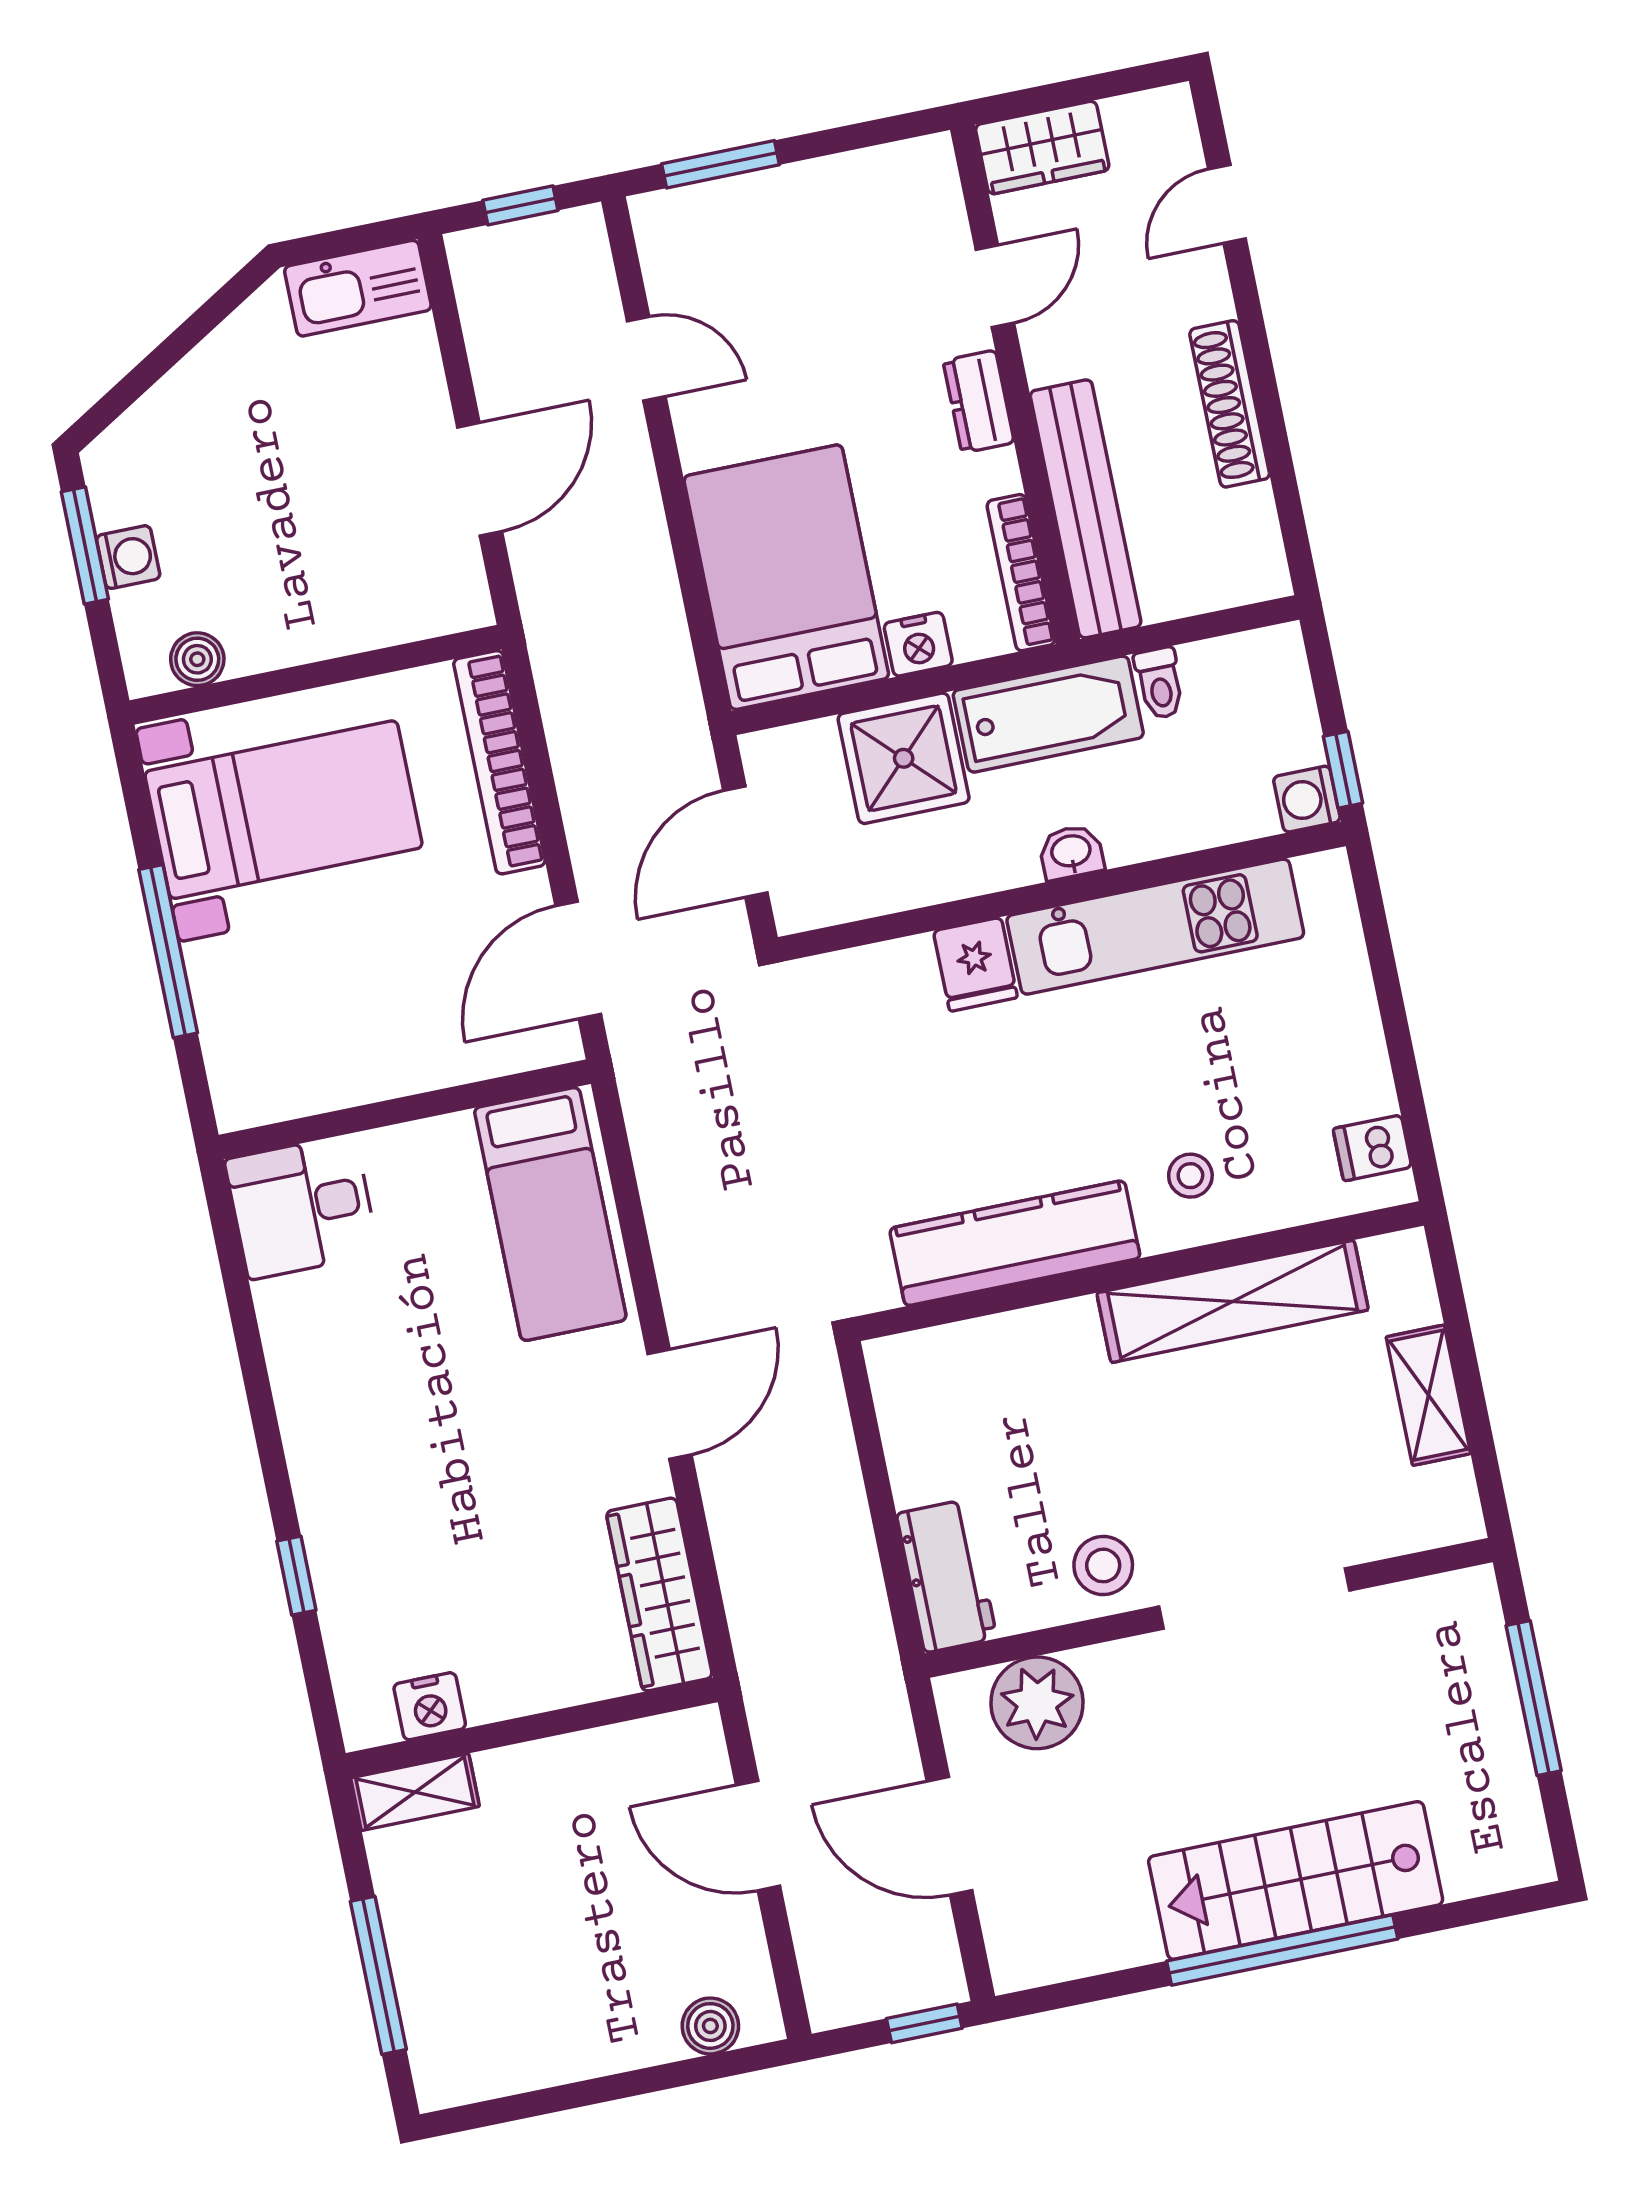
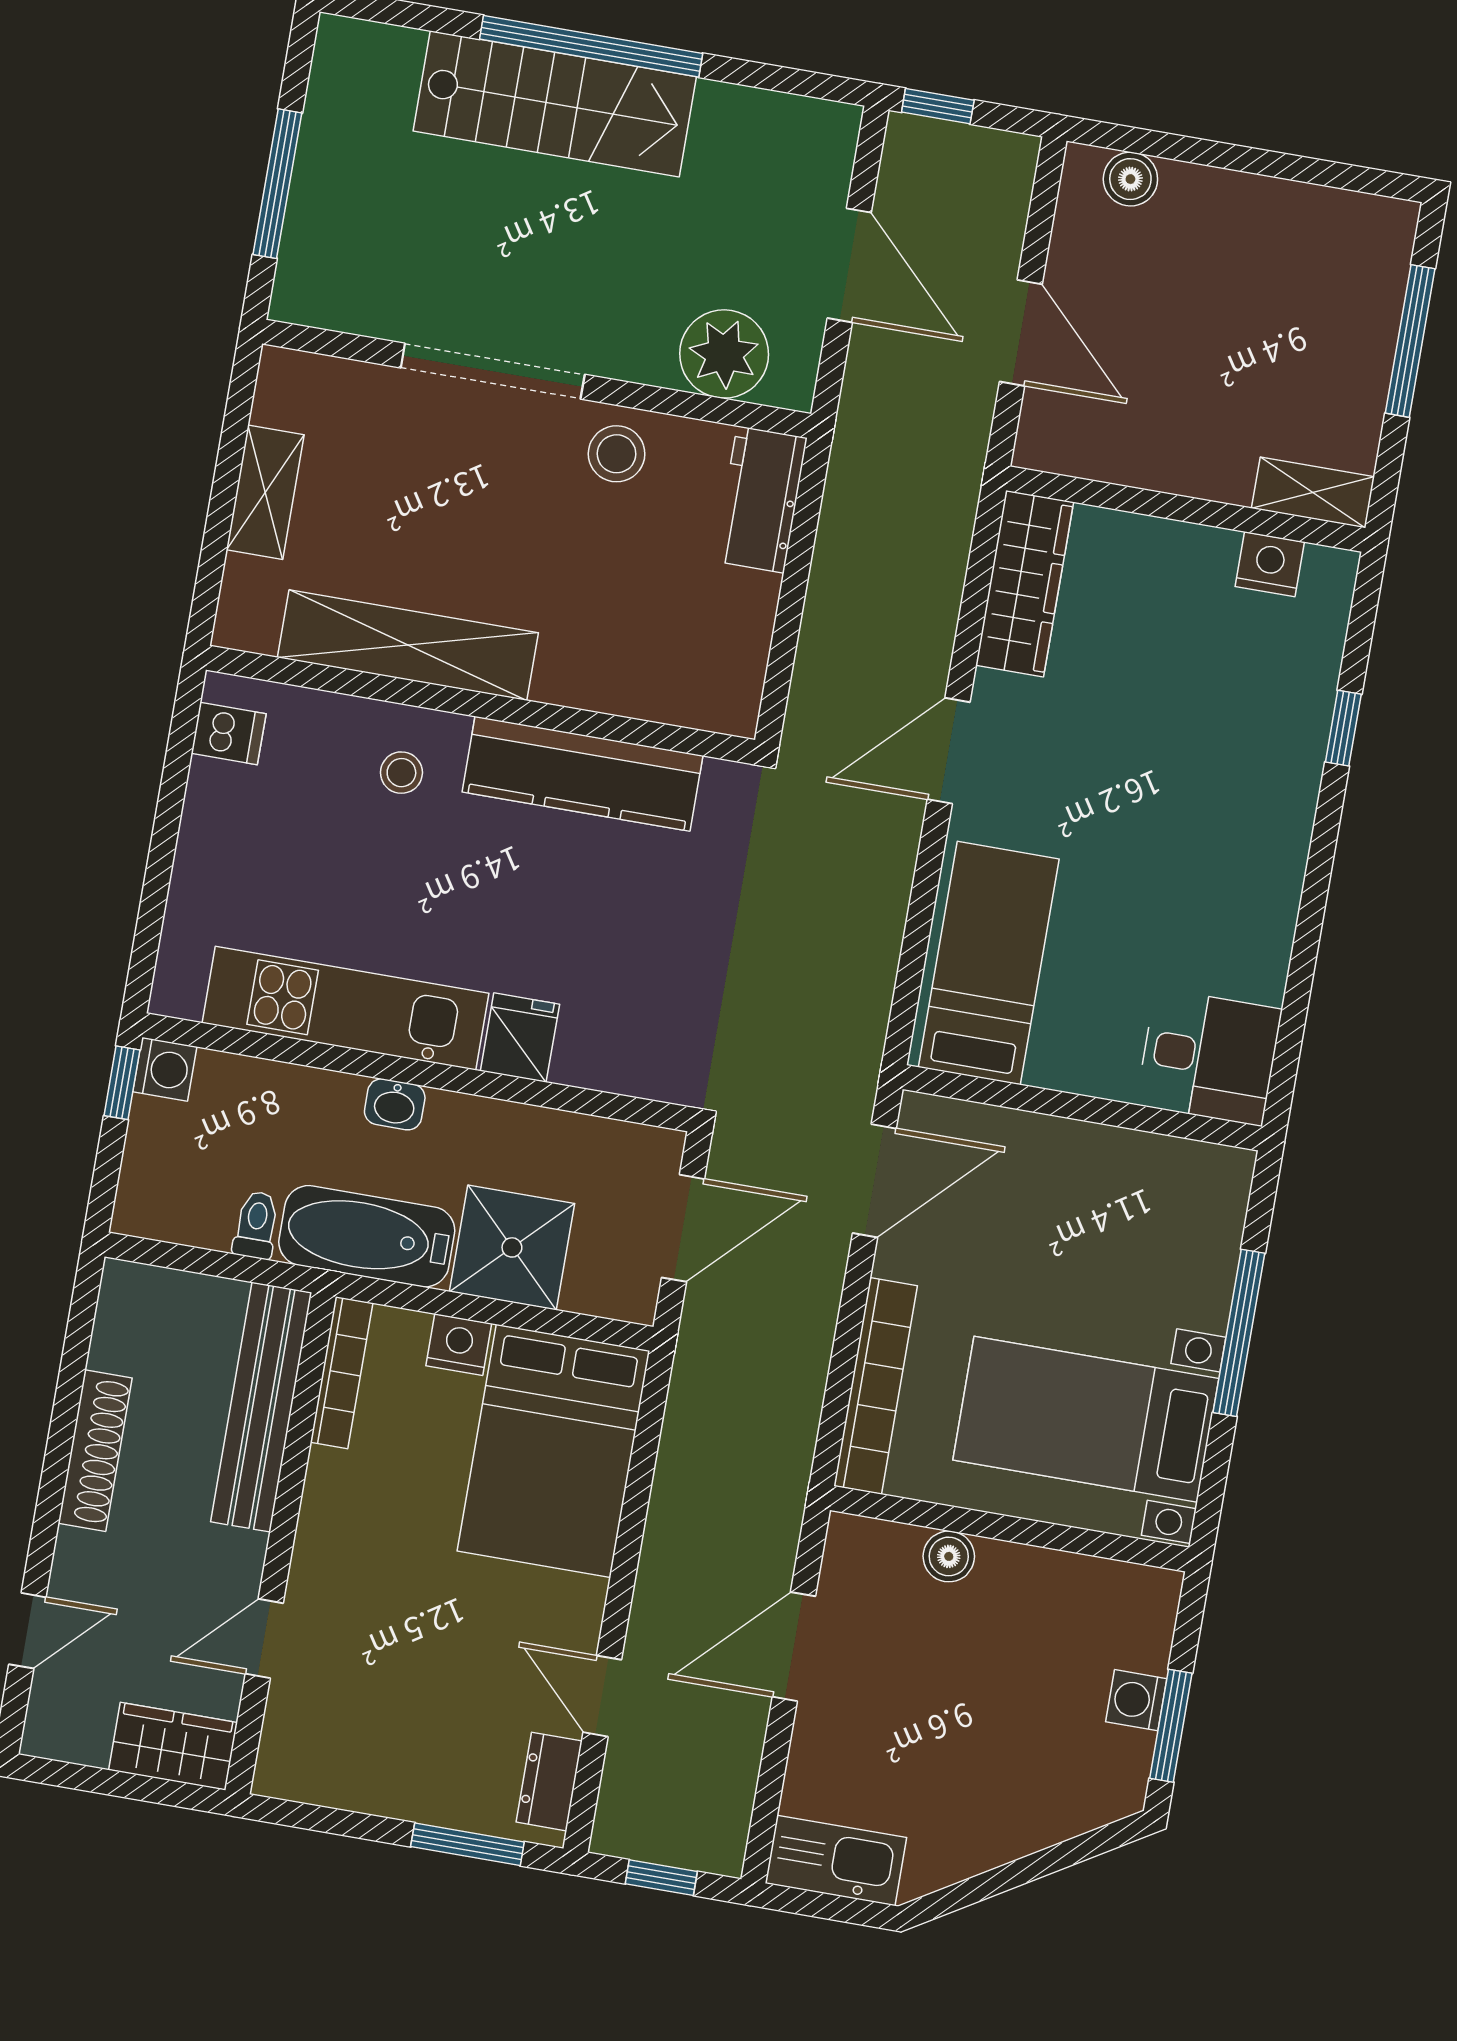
dresser: (979, 402) -> (549, 1782), moved, turned 180
boiler: (197, 659) -> (949, 1556), moved

